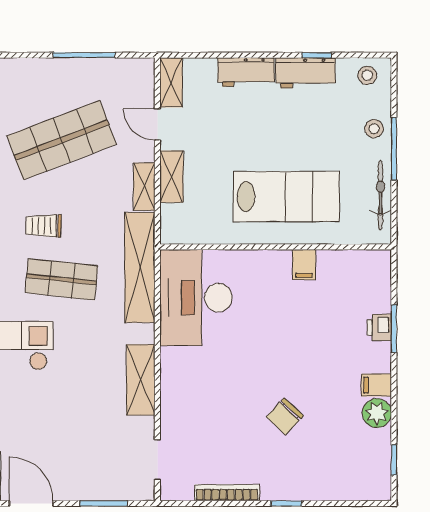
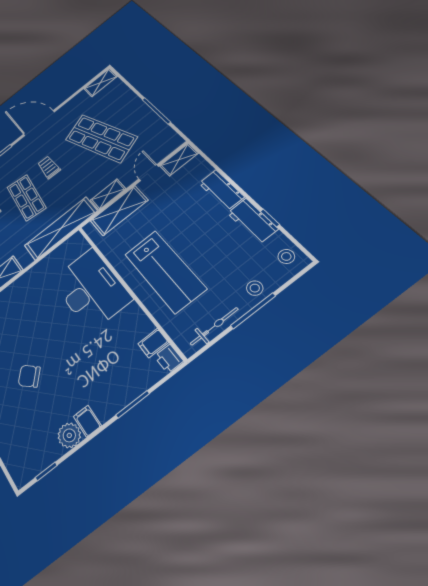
shelving: (172, 177) -> (119, 211), width x1.50, depth x1.33
filing cabinet: (304, 265) -> (153, 343), moved
desk: (196, 298) -> (91, 289), moved, turned 90
printer: (379, 327) -> (169, 359), moved, turned -90

